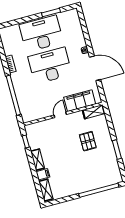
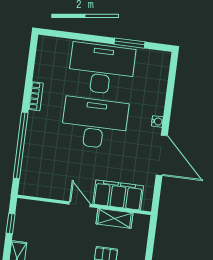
shelving: (94, 112) -> (114, 218), moved
door: (60, 115) -> (80, 204), hinge flipped

